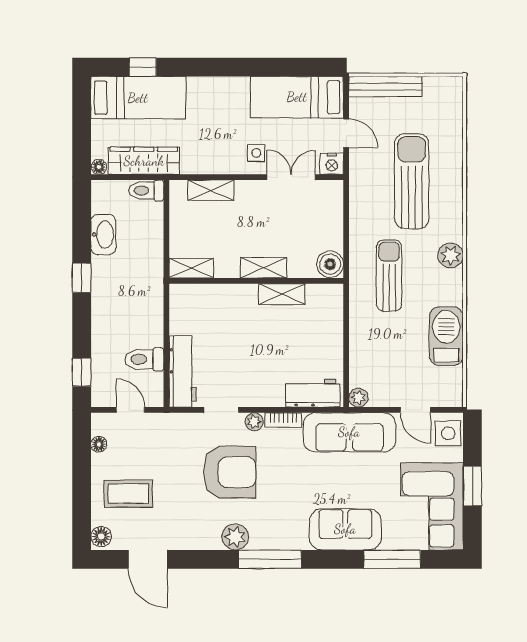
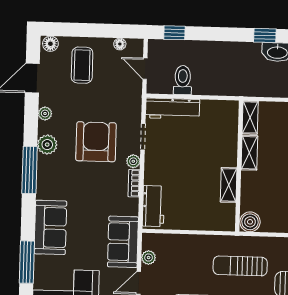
shelving: (263, 268) -> (249, 153), moved
sun lounger: (389, 276) -> (240, 266), turned 180
window: (82, 278) -> (265, 35), moved
plant: (358, 398) -> (149, 258), moved
door: (131, 410) -> (145, 69), swing flipped
sofa: (349, 432) -> (123, 242), width x0.73
armchair: (230, 472) -> (96, 142), turned 180
plant: (194, 541) -> (45, 114), added

